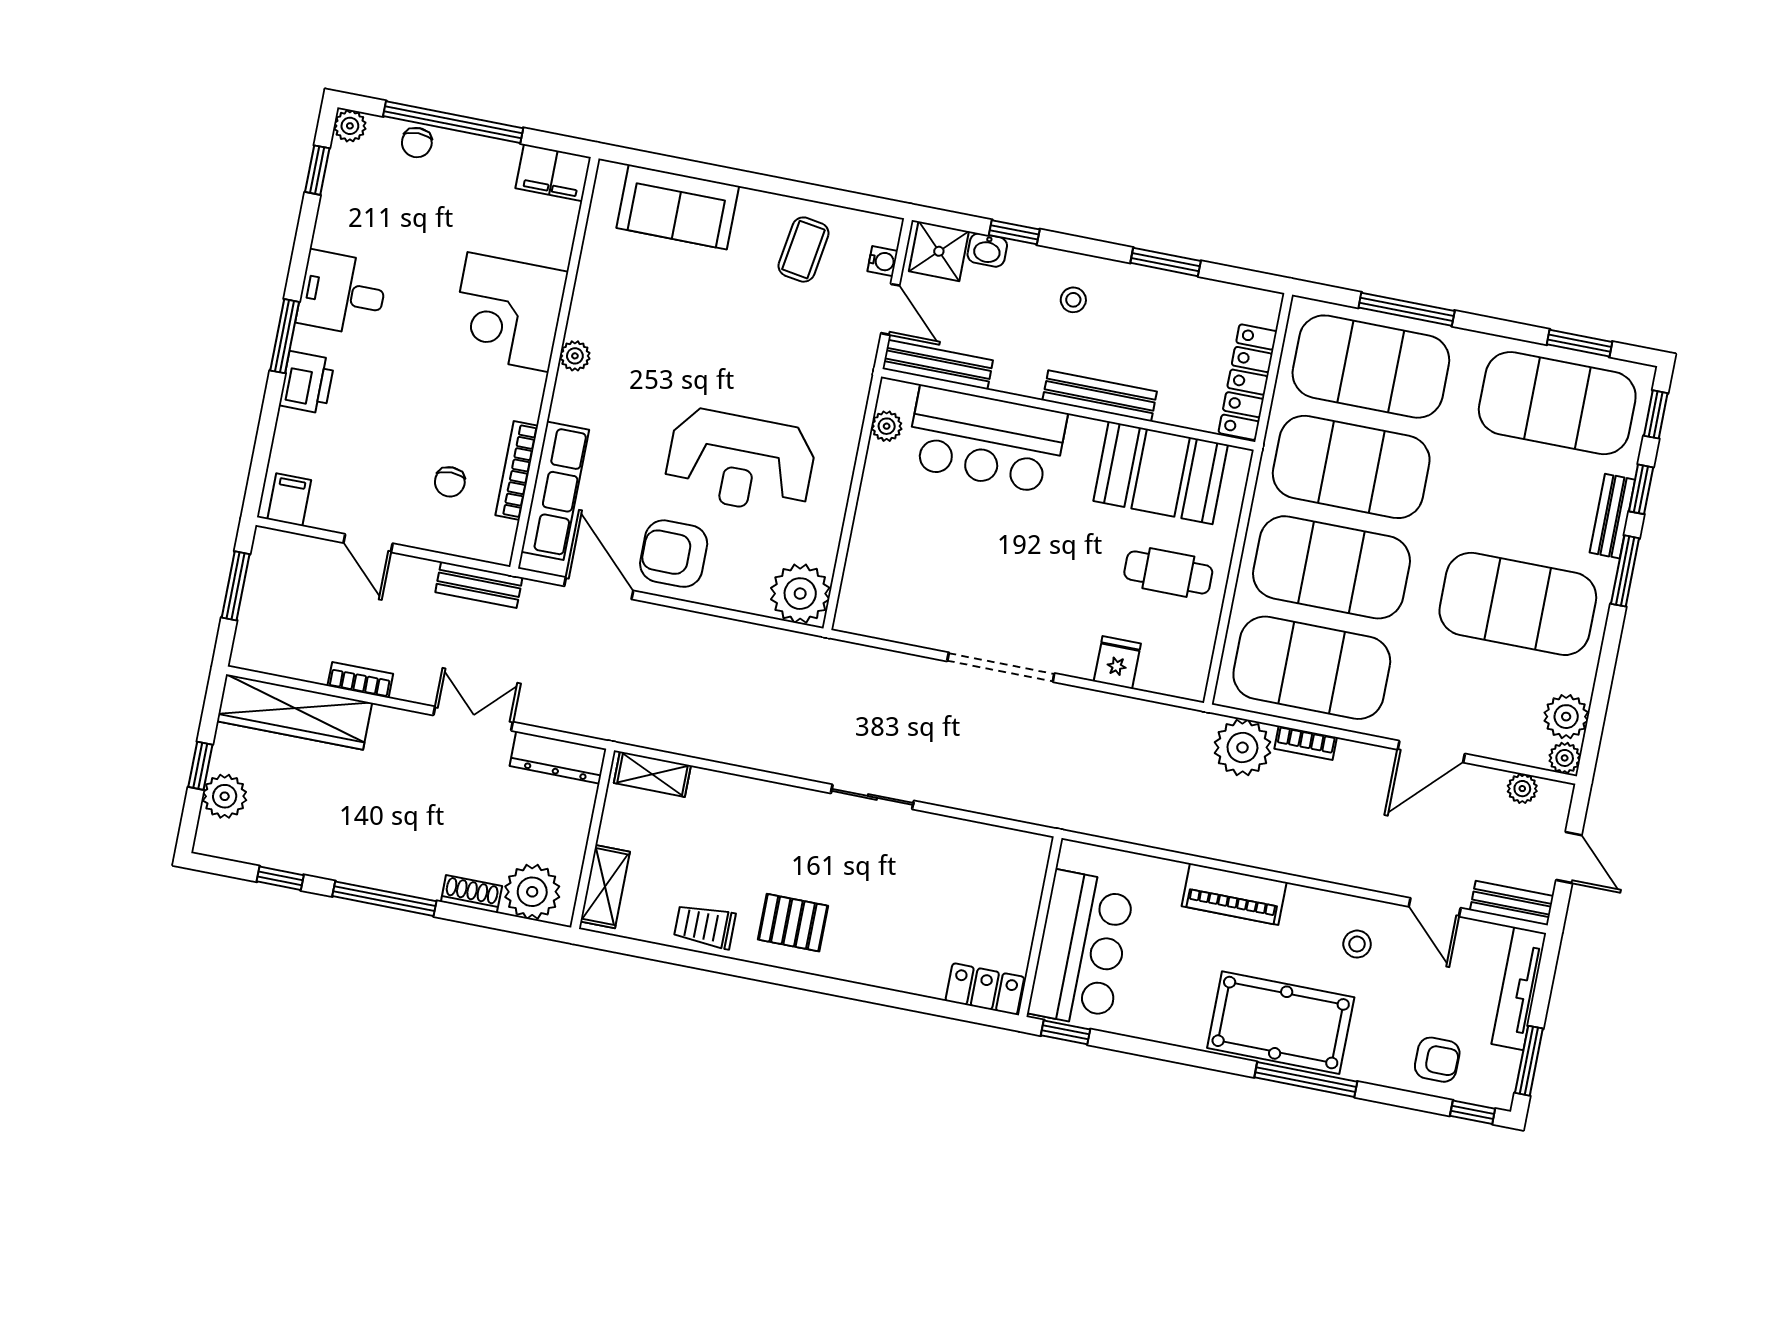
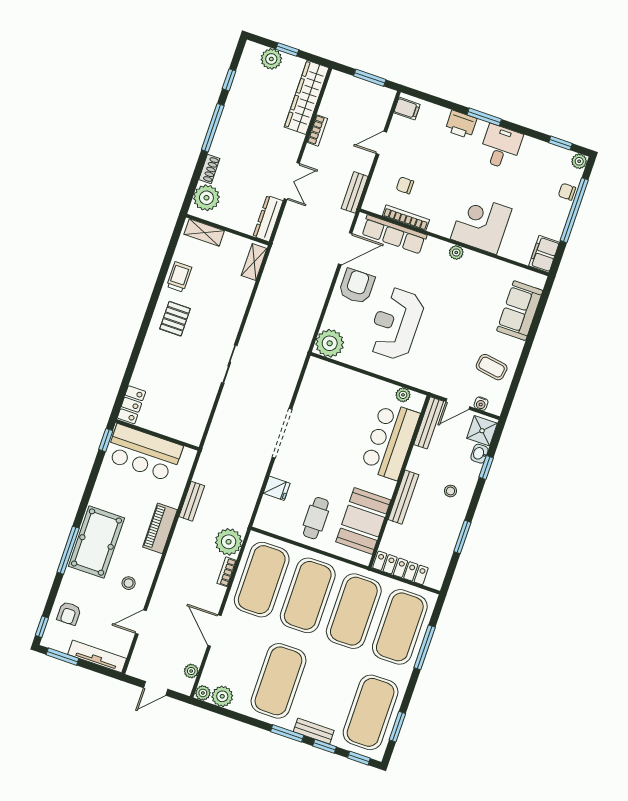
bench: (1512, 903) -> (192, 501), moved

